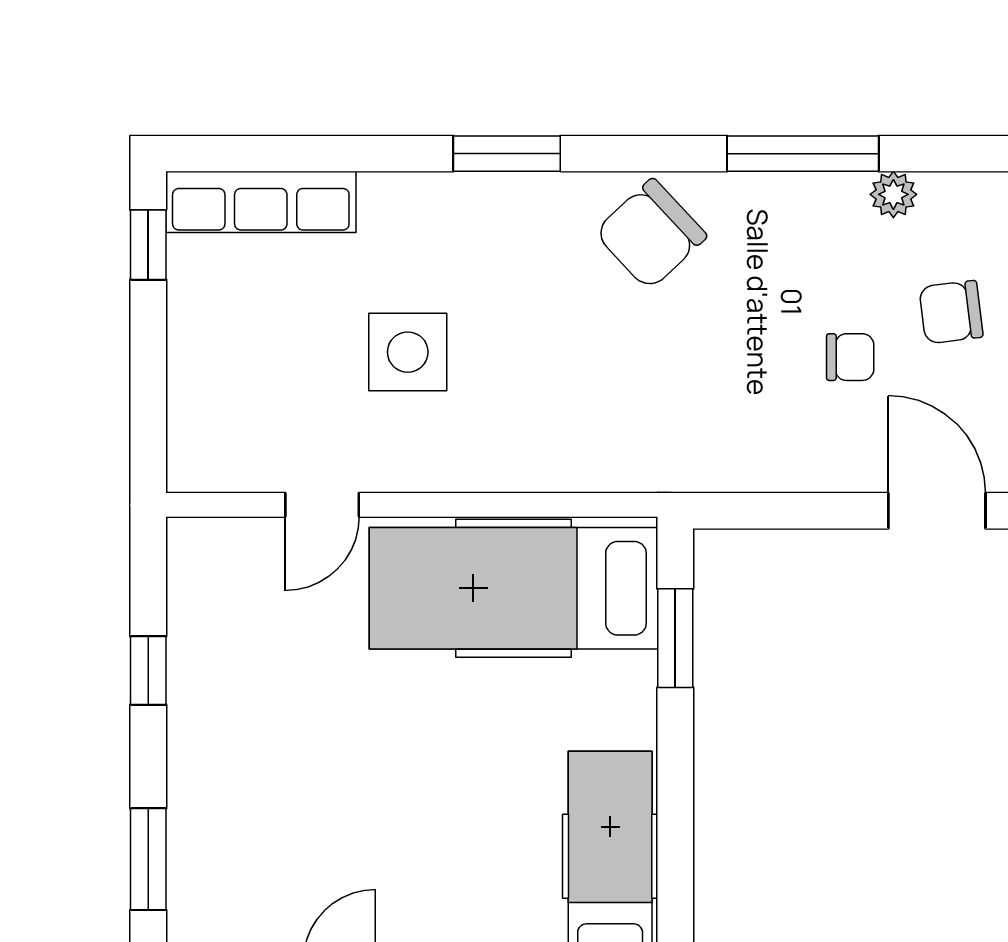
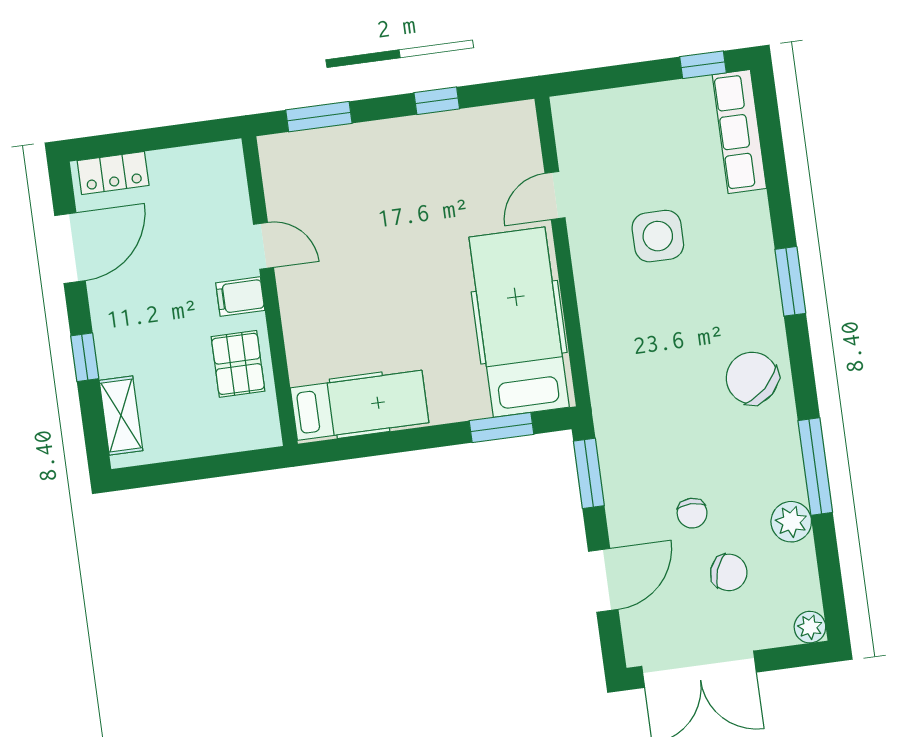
plant: (893, 194) -> (791, 522), width x1.38, depth x1.38
chair: (951, 312) -> (729, 572), turned 117
door: (322, 505) -> (555, 195), hinge flipped
window: (766, 511) -> (589, 473), added

